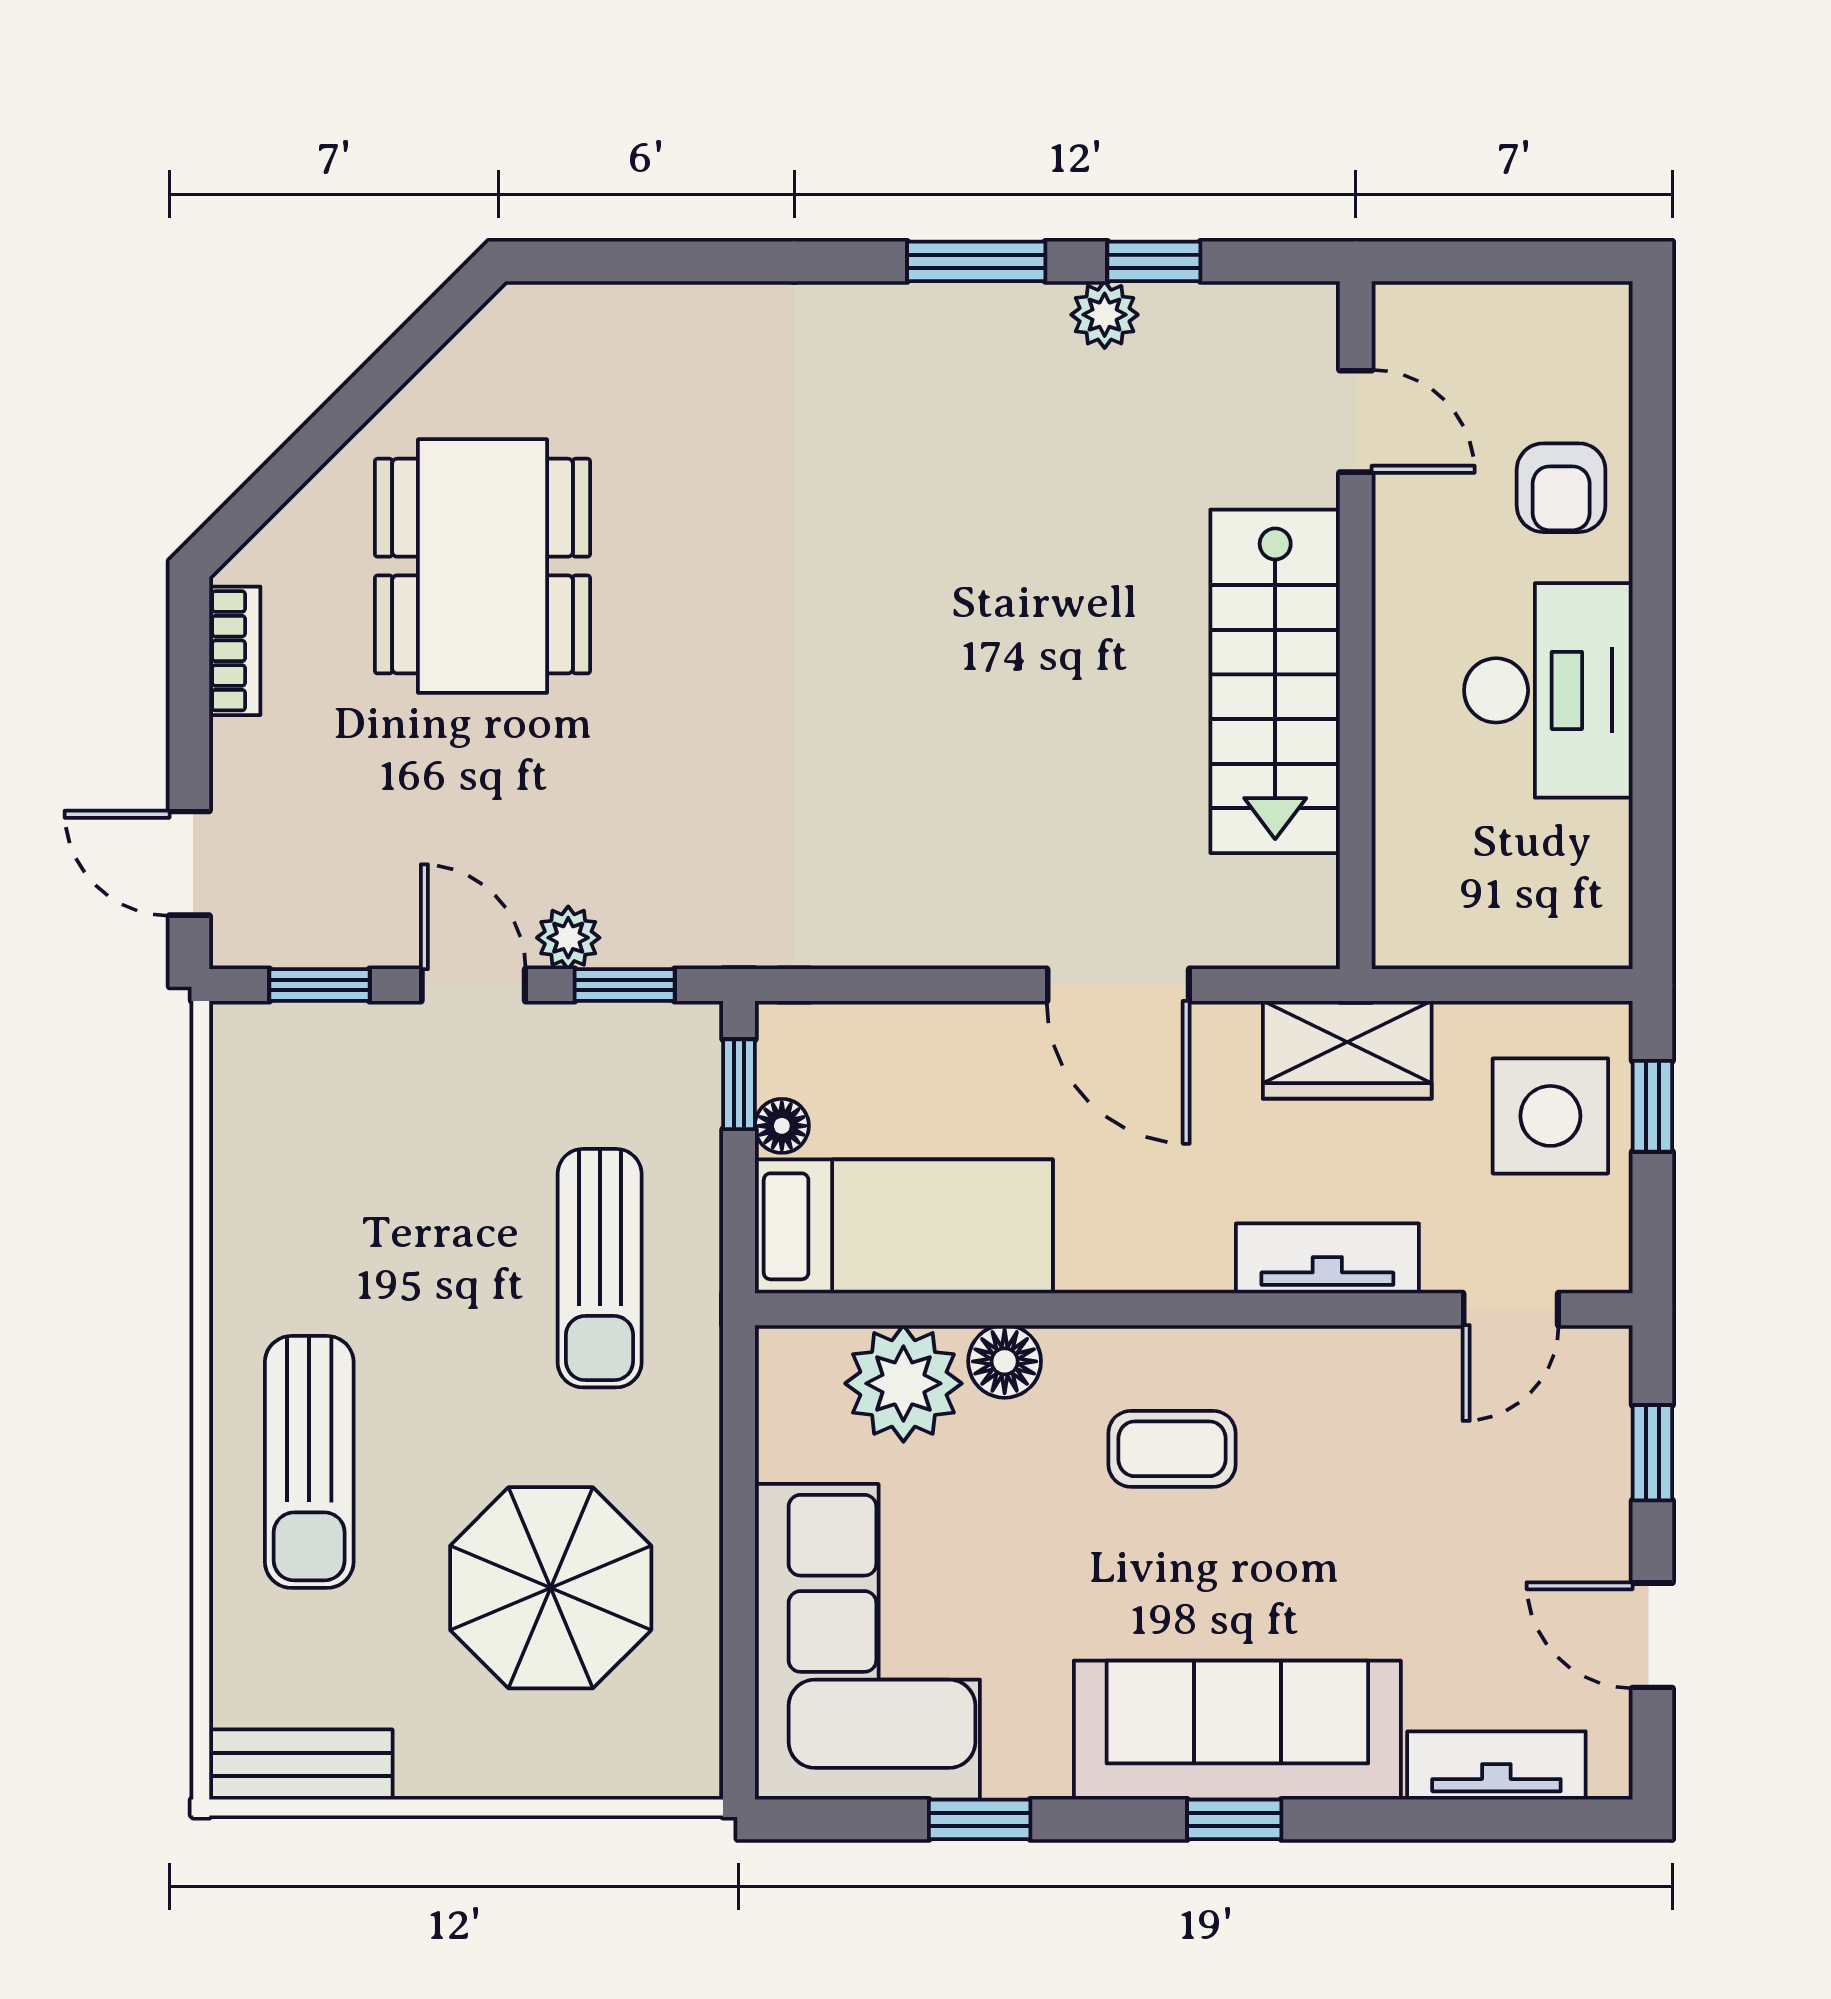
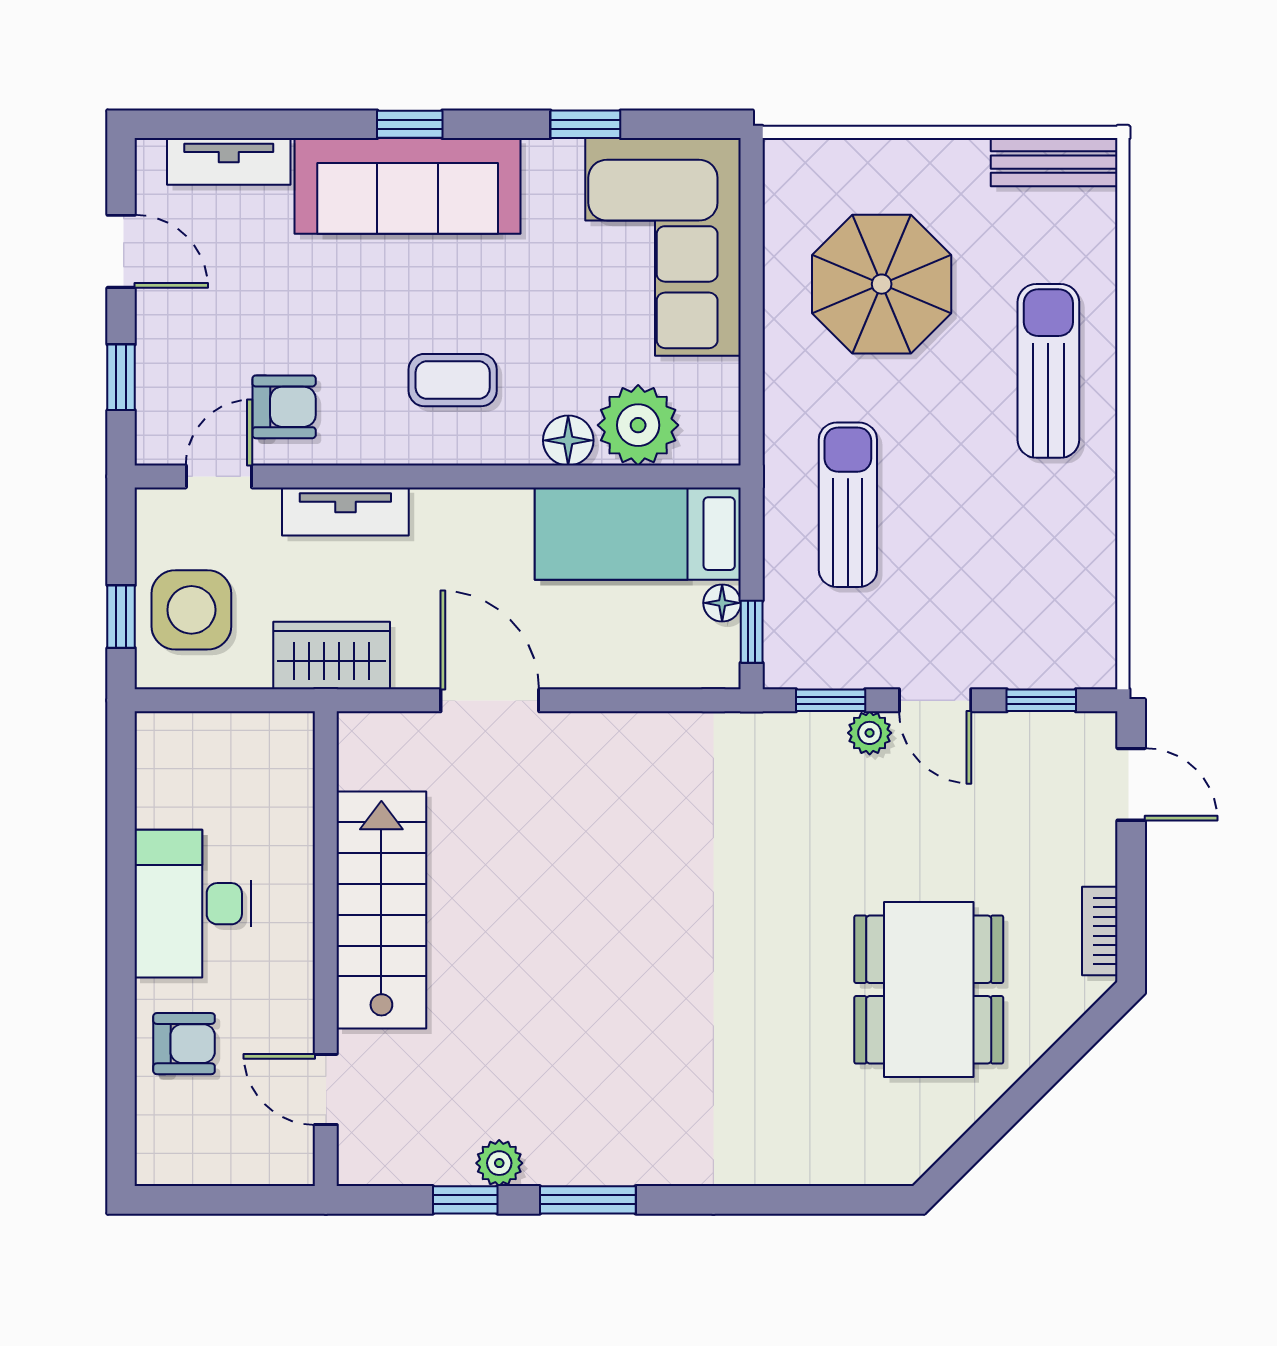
armchair: (1561, 488) -> (184, 1044), turned 90
armchair: (1416, 1410) -> (284, 407), added

